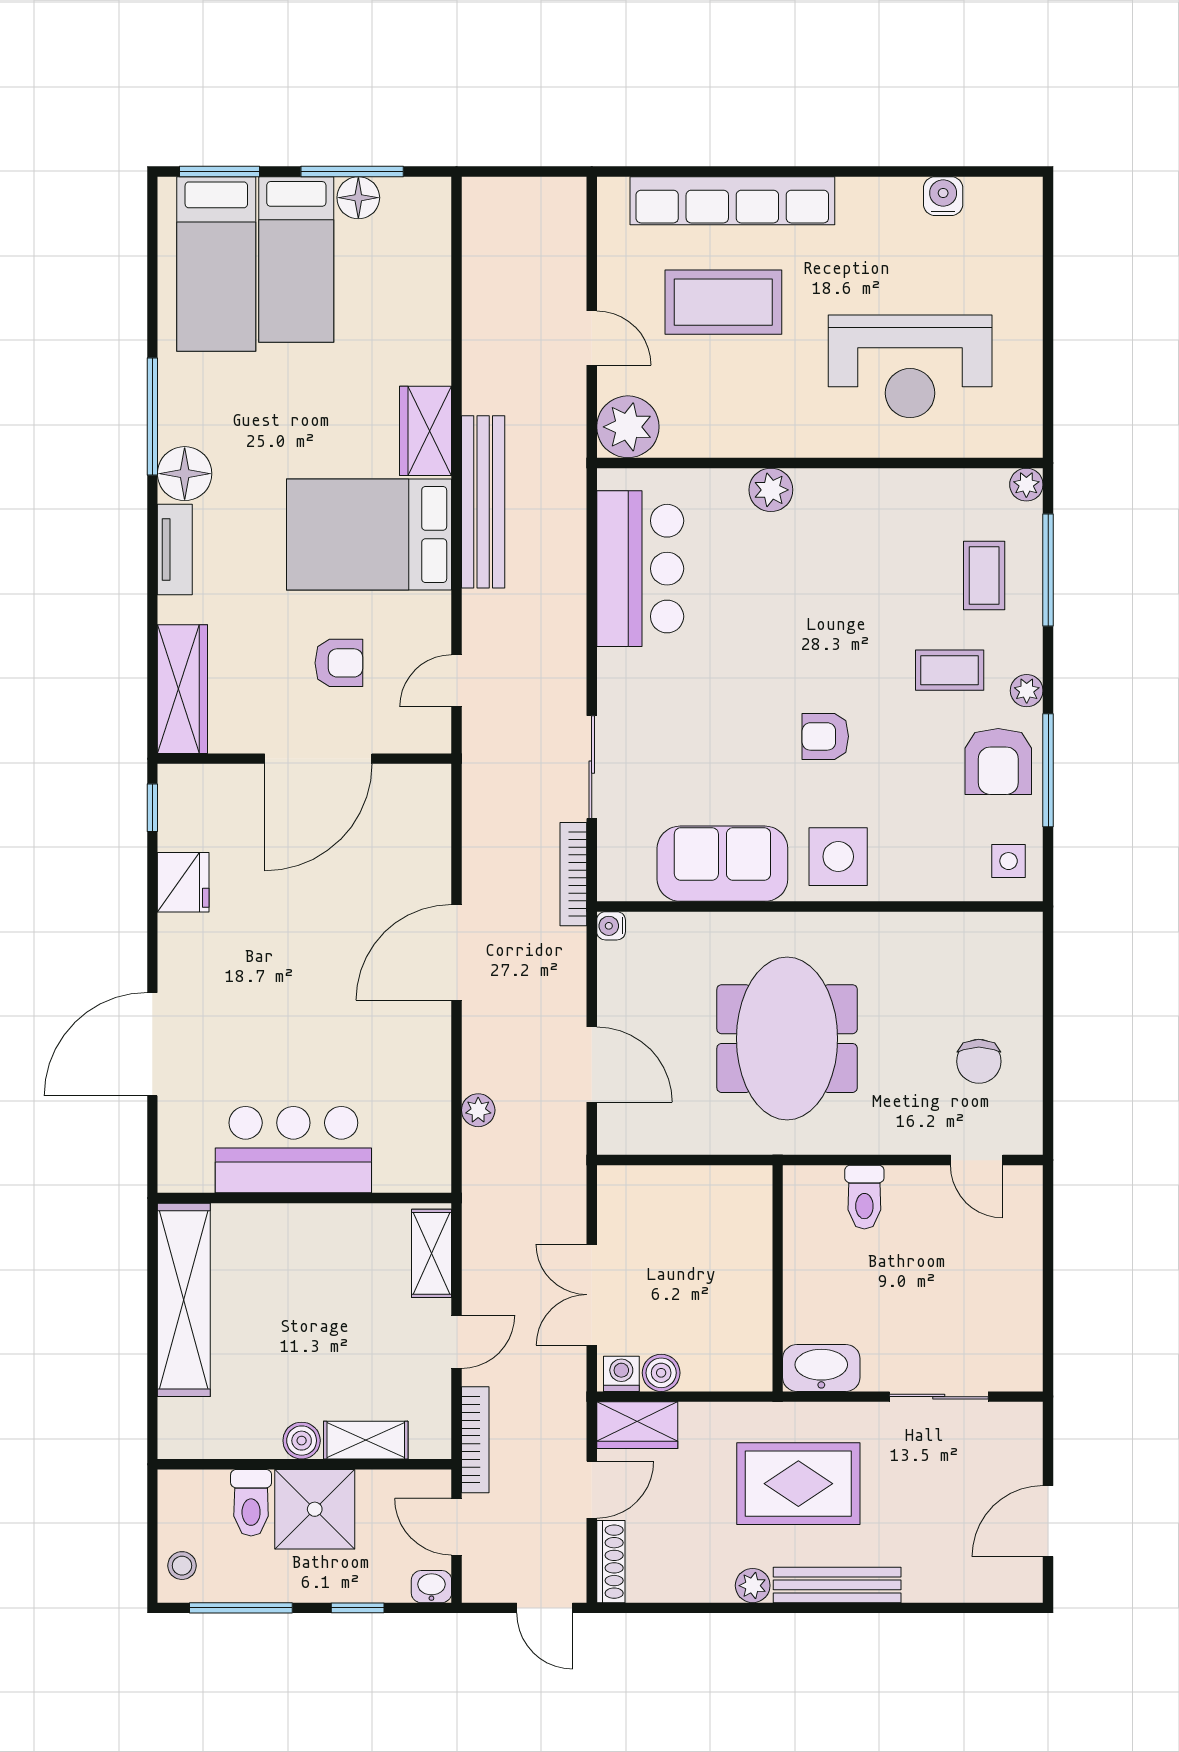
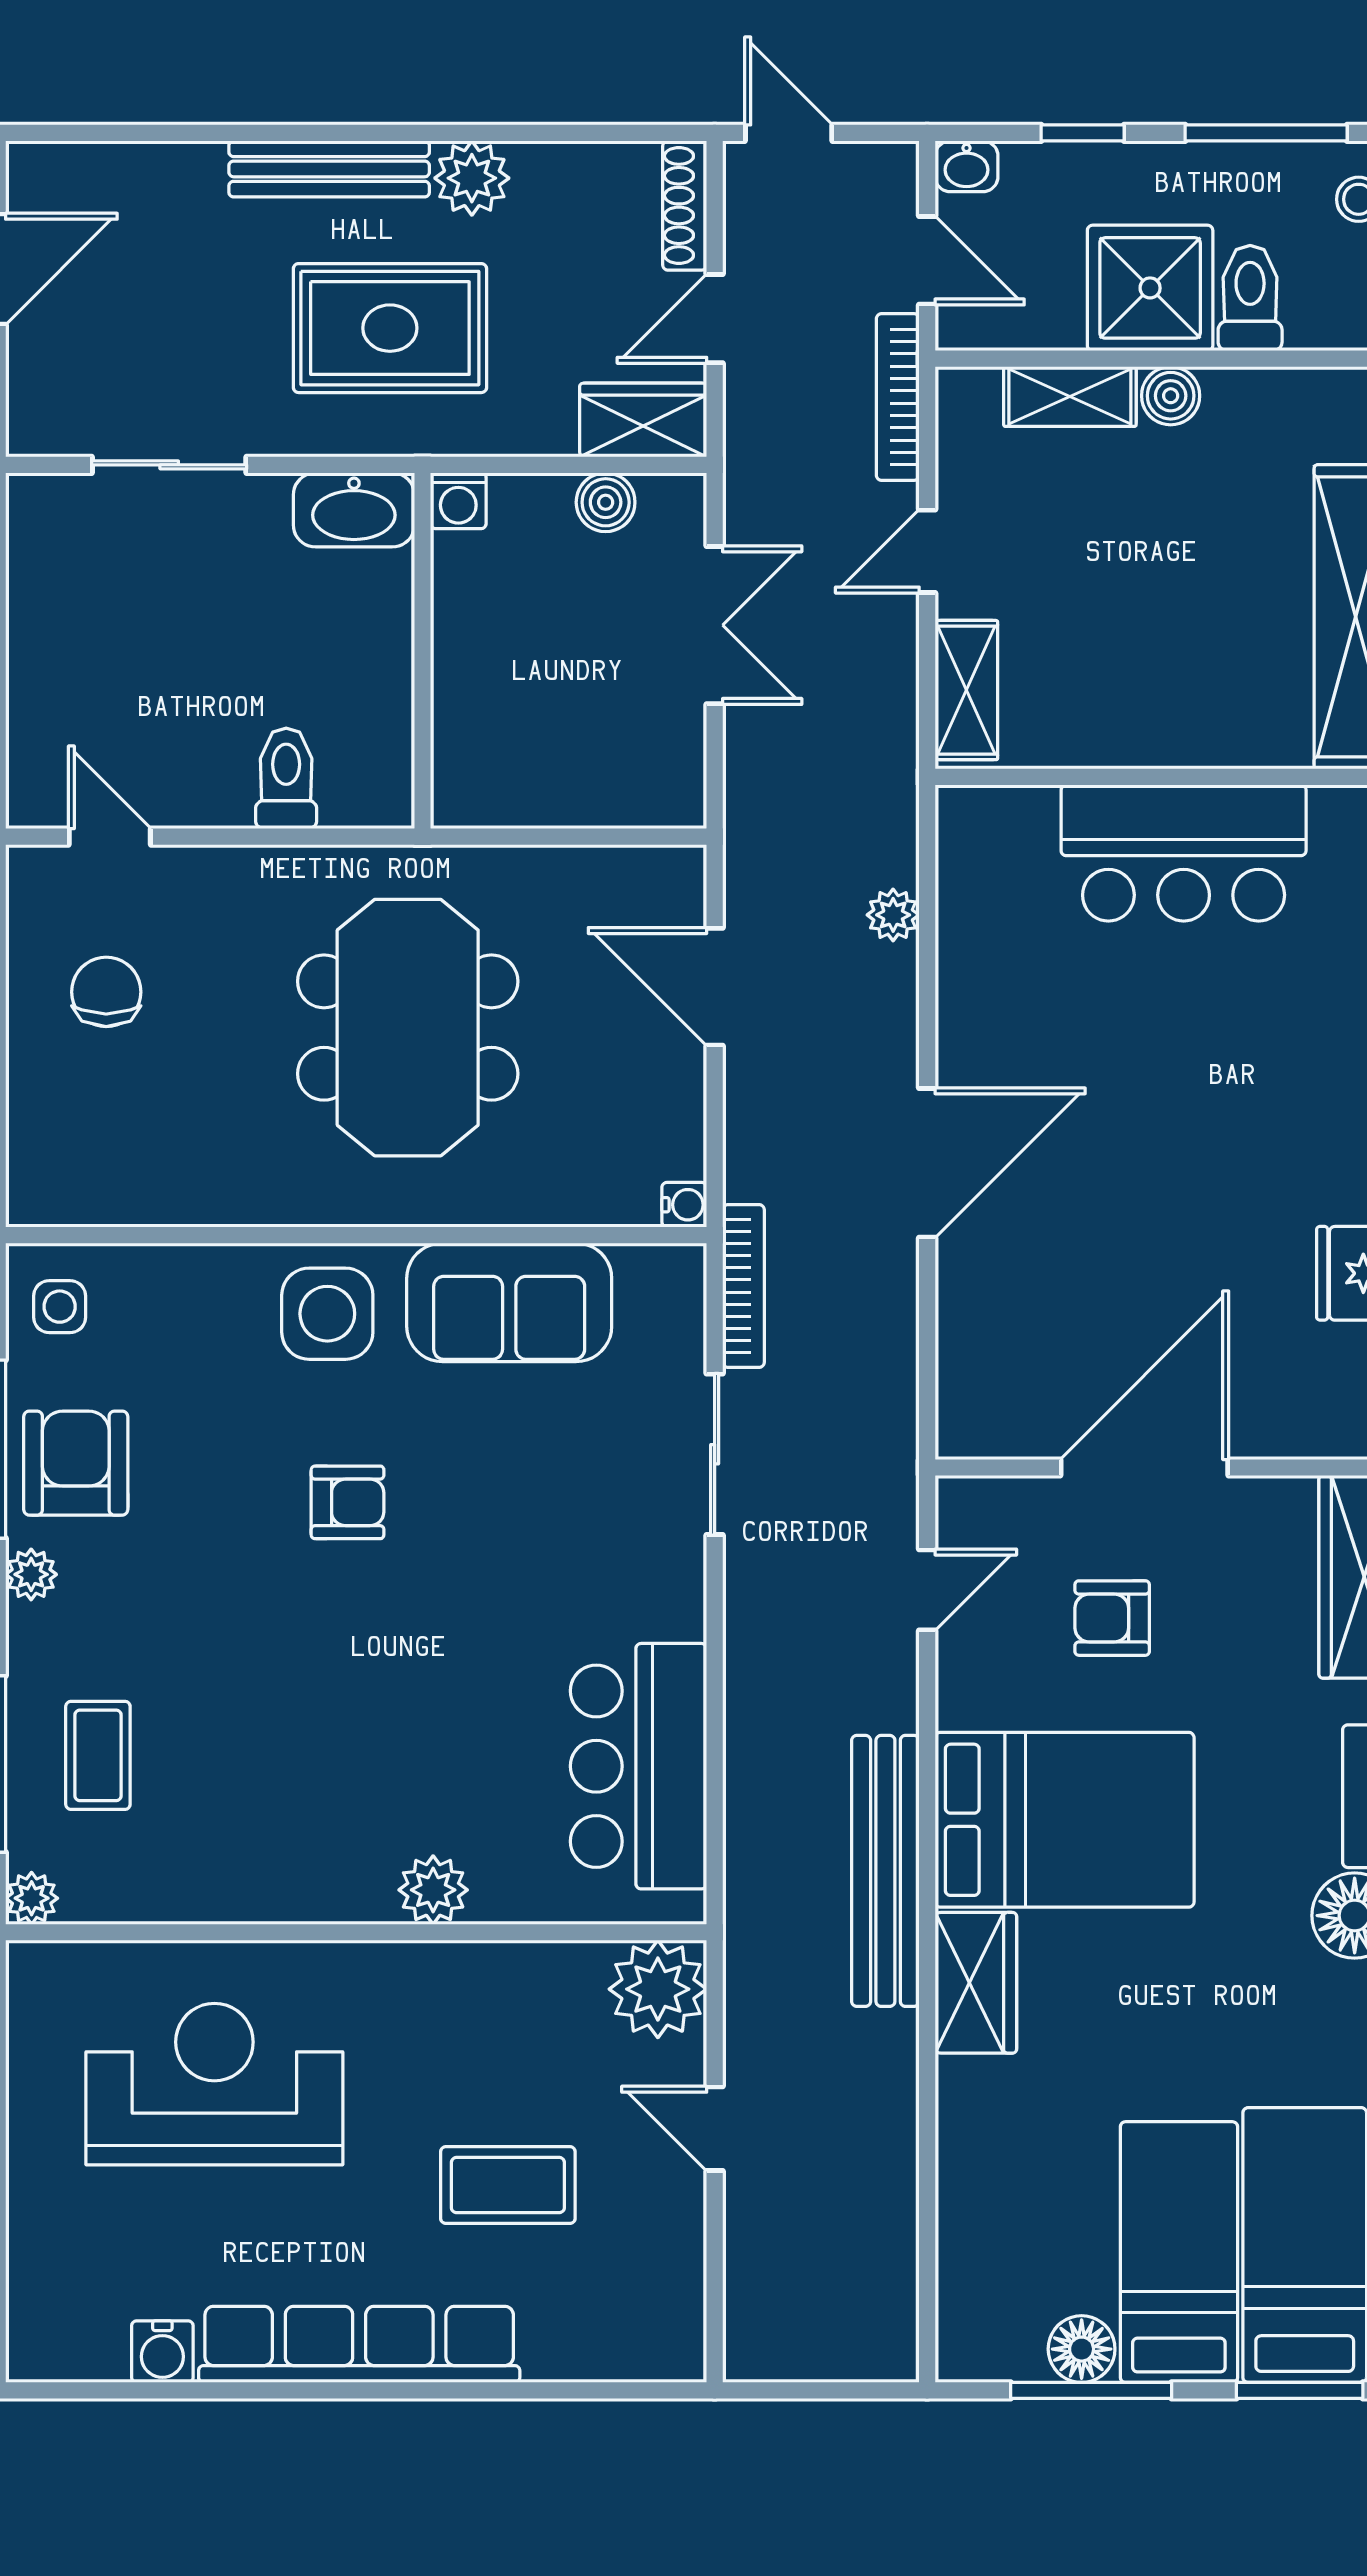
row of seats: (732, 201) -> (359, 2344), moved
coffee table: (723, 302) -> (508, 2185), width x0.73, depth x0.76
coffee table: (950, 670) -> (152, 1607), removed
washing machine: (621, 1374) -> (458, 501), moved
plant: (753, 1586) -> (472, 178), width x1.38, depth x1.38

